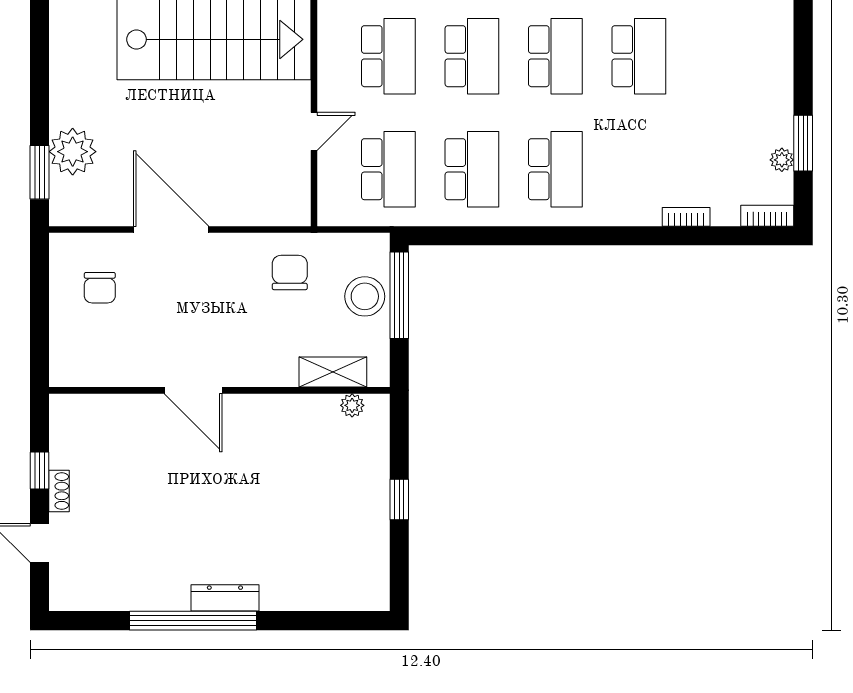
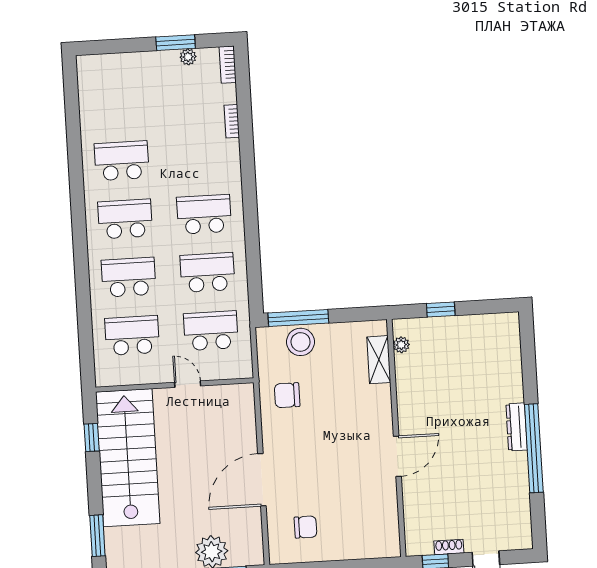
shelving: (333, 372) -> (379, 360), moved
door: (193, 390) -> (397, 456), moved
wall: (219, 390) -> (396, 438), moved
plant: (352, 405) -> (401, 345), moved

